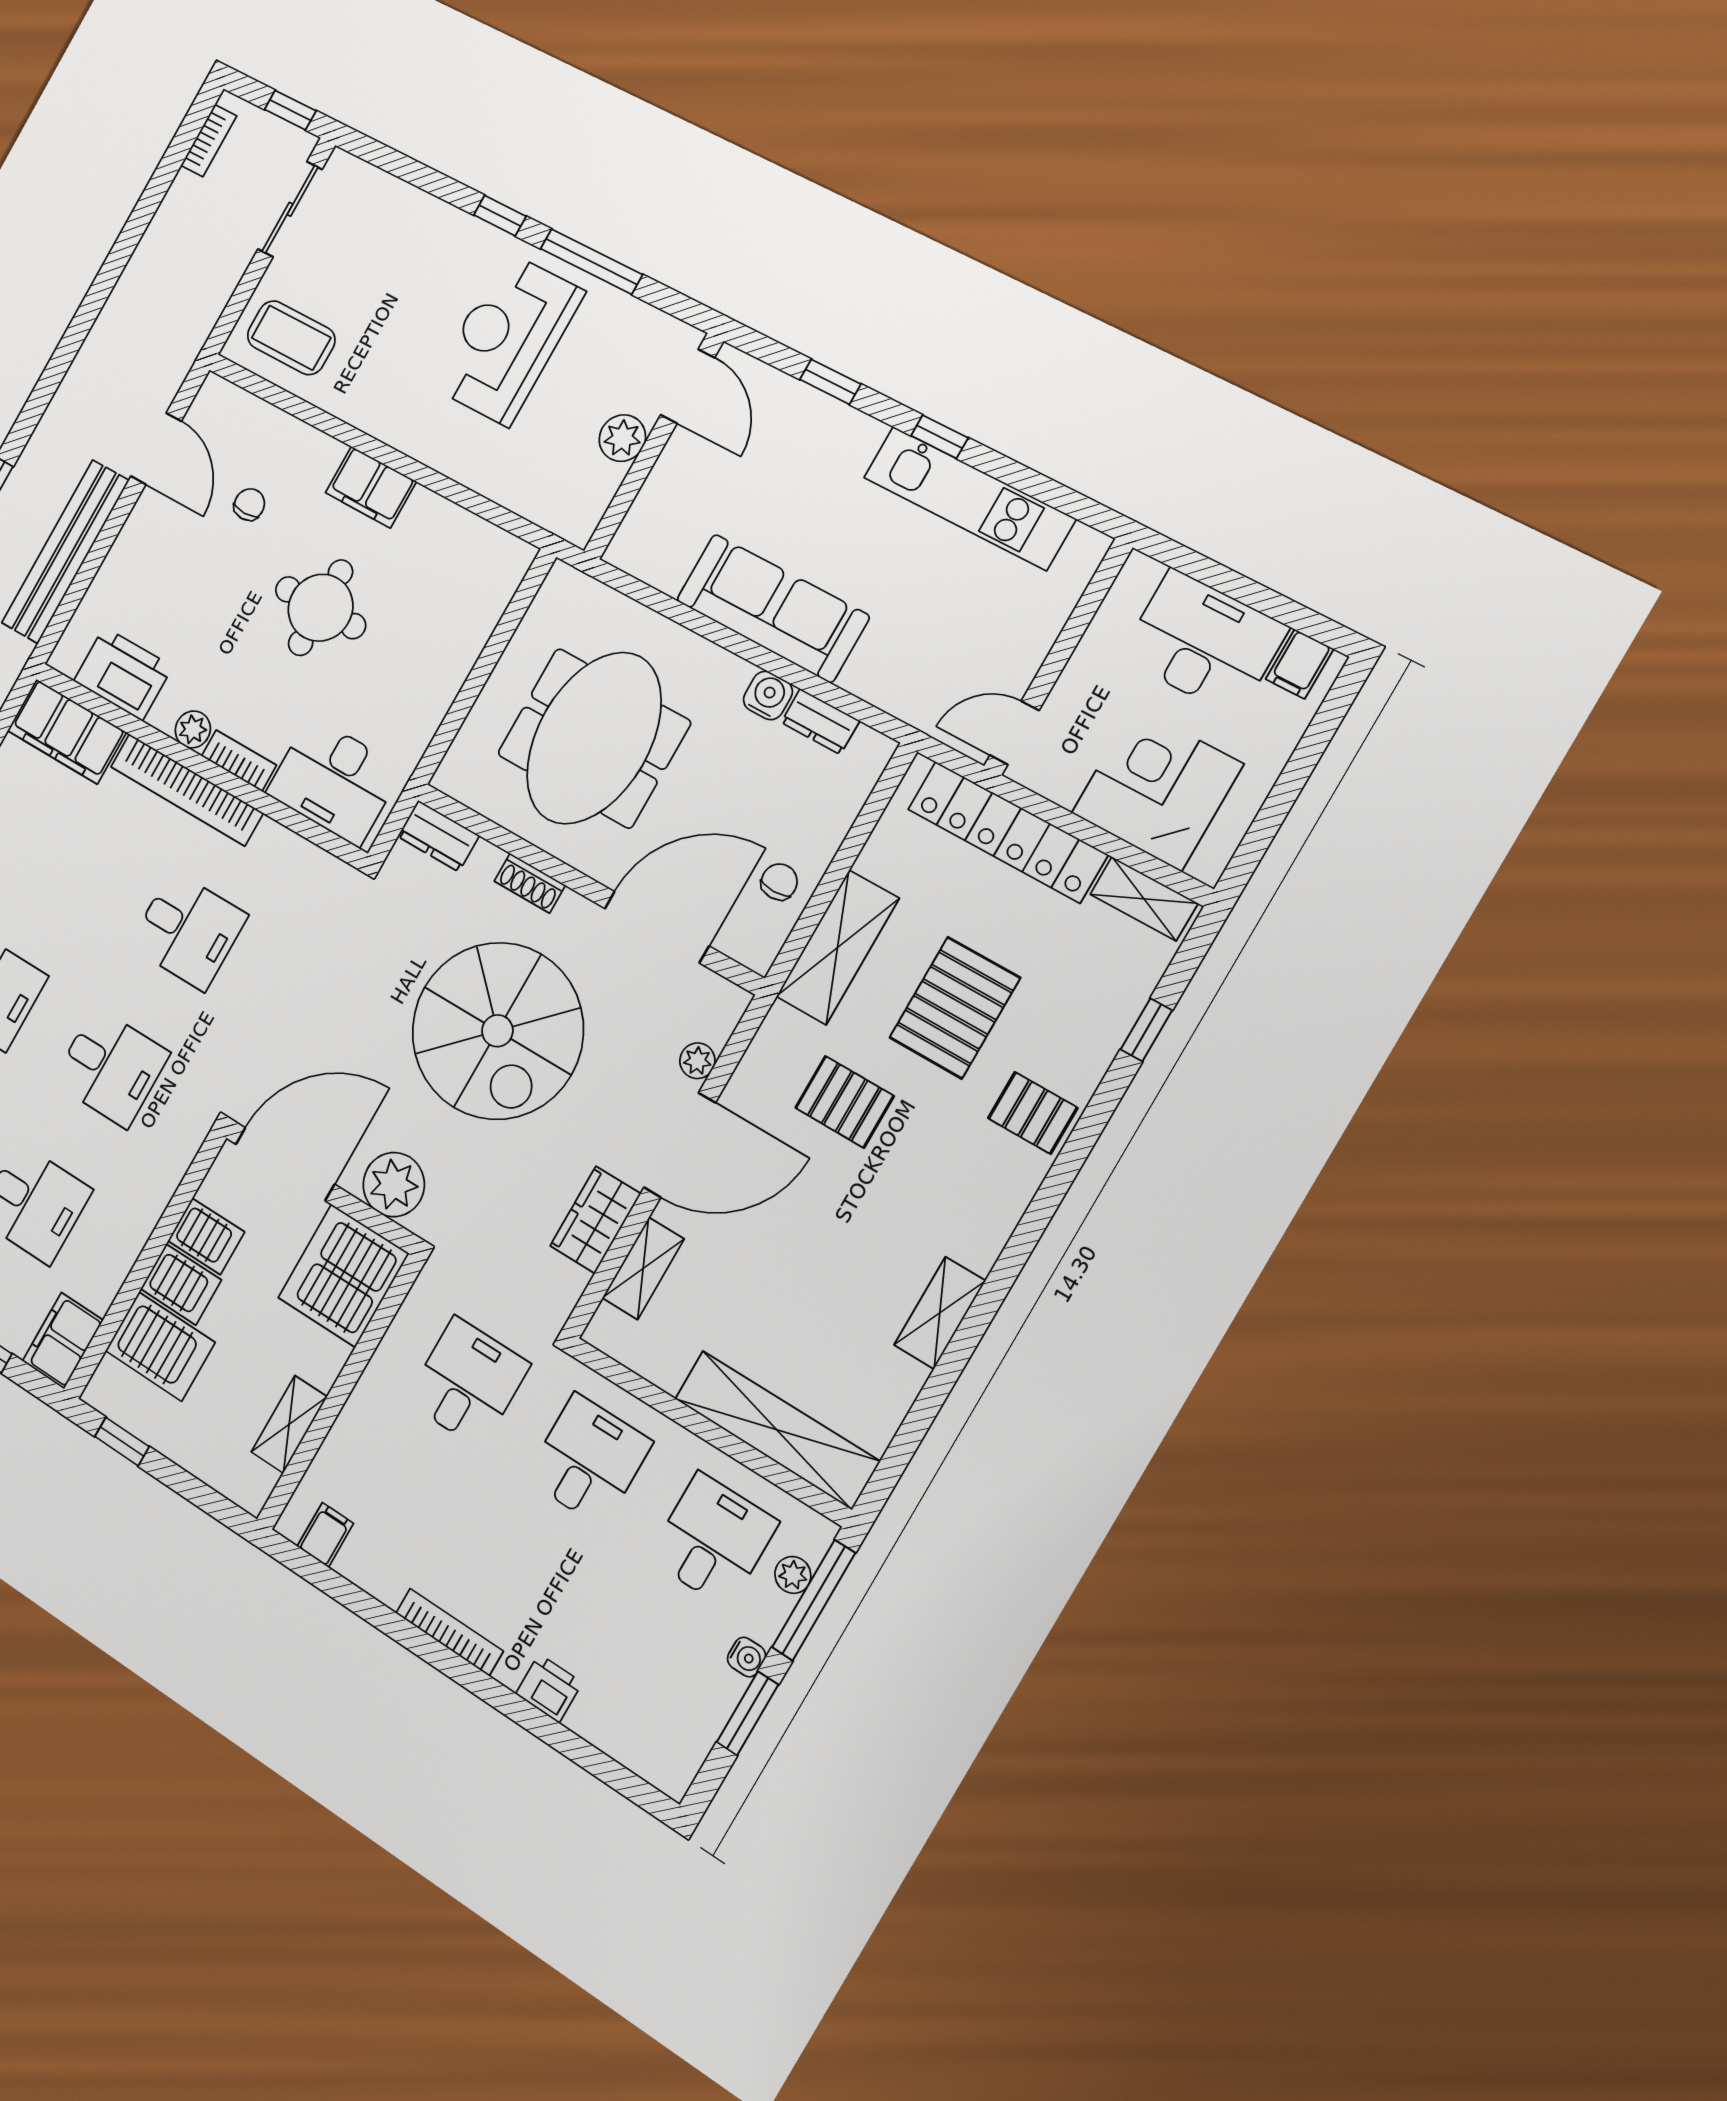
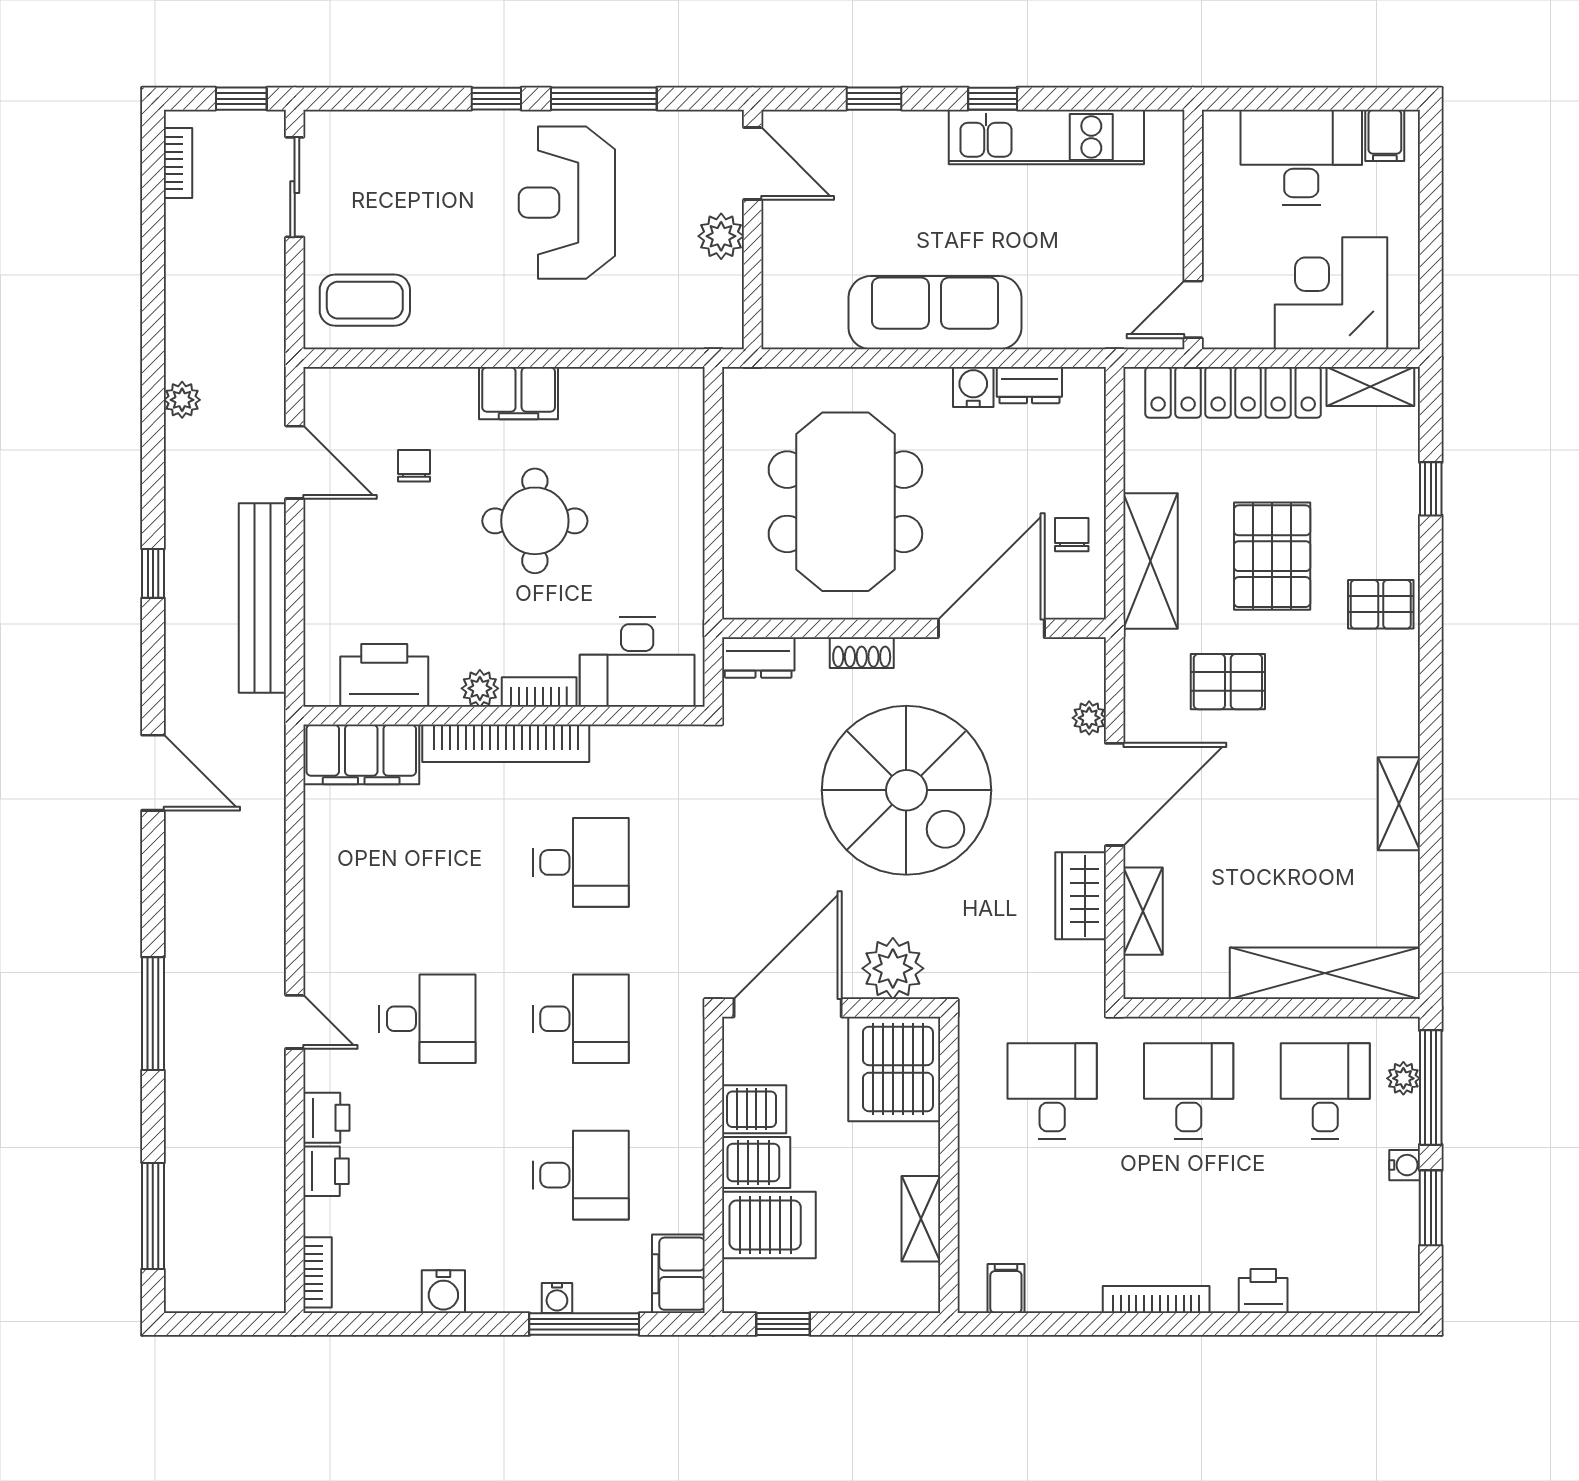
plant: (98, 347) -> (182, 400), added

